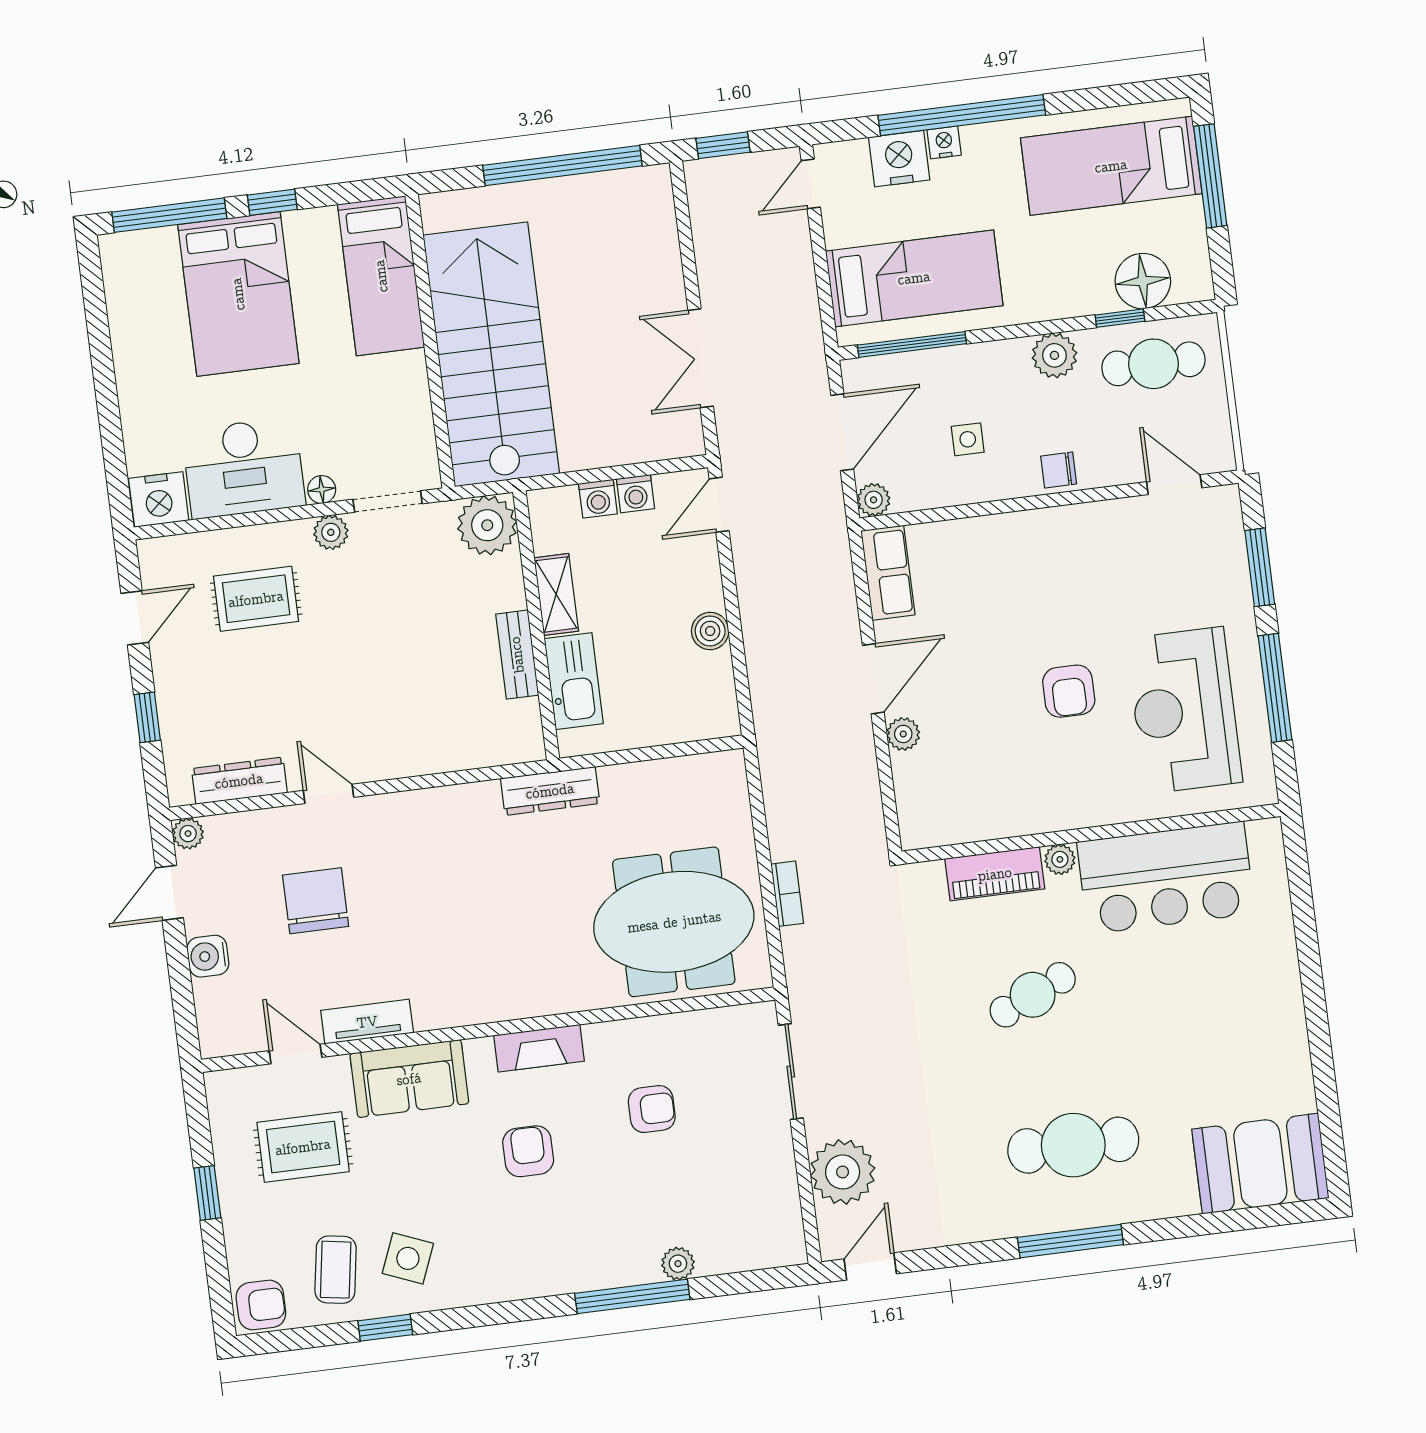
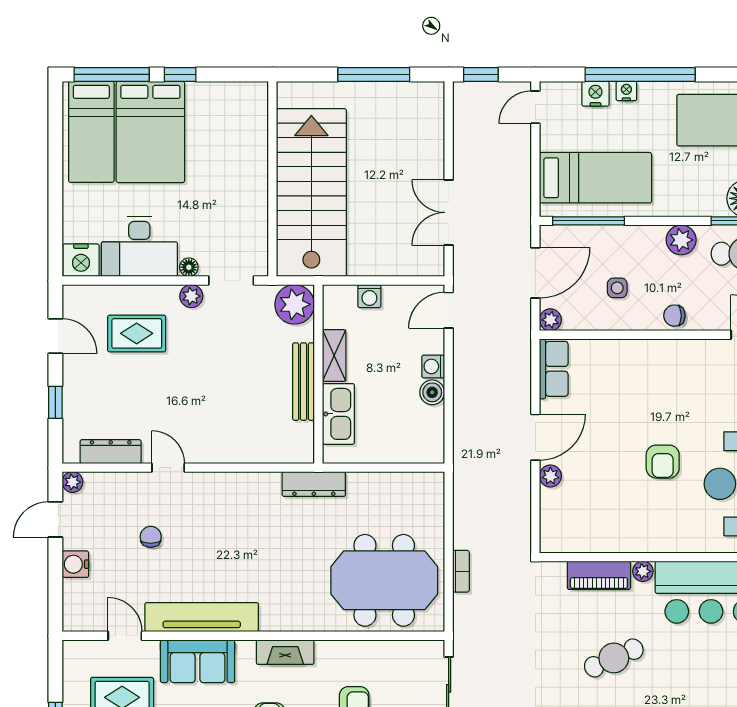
nightstand: (899, 159) -> (595, 94), width x0.74, depth x0.75
window: (562, 166) -> (374, 74), width x0.68
bed: (381, 276) -> (91, 132), moved
washing machine: (635, 494) -> (433, 366), moved, turned 90
door: (135, 618) -> (55, 336), hinge flipped
bench: (517, 655) -> (304, 382), width x1.36
chair: (316, 901) -> (151, 537), width x0.54, depth x0.54
tv unit: (367, 1022) -> (202, 617), width x1.92, depth x1.29

